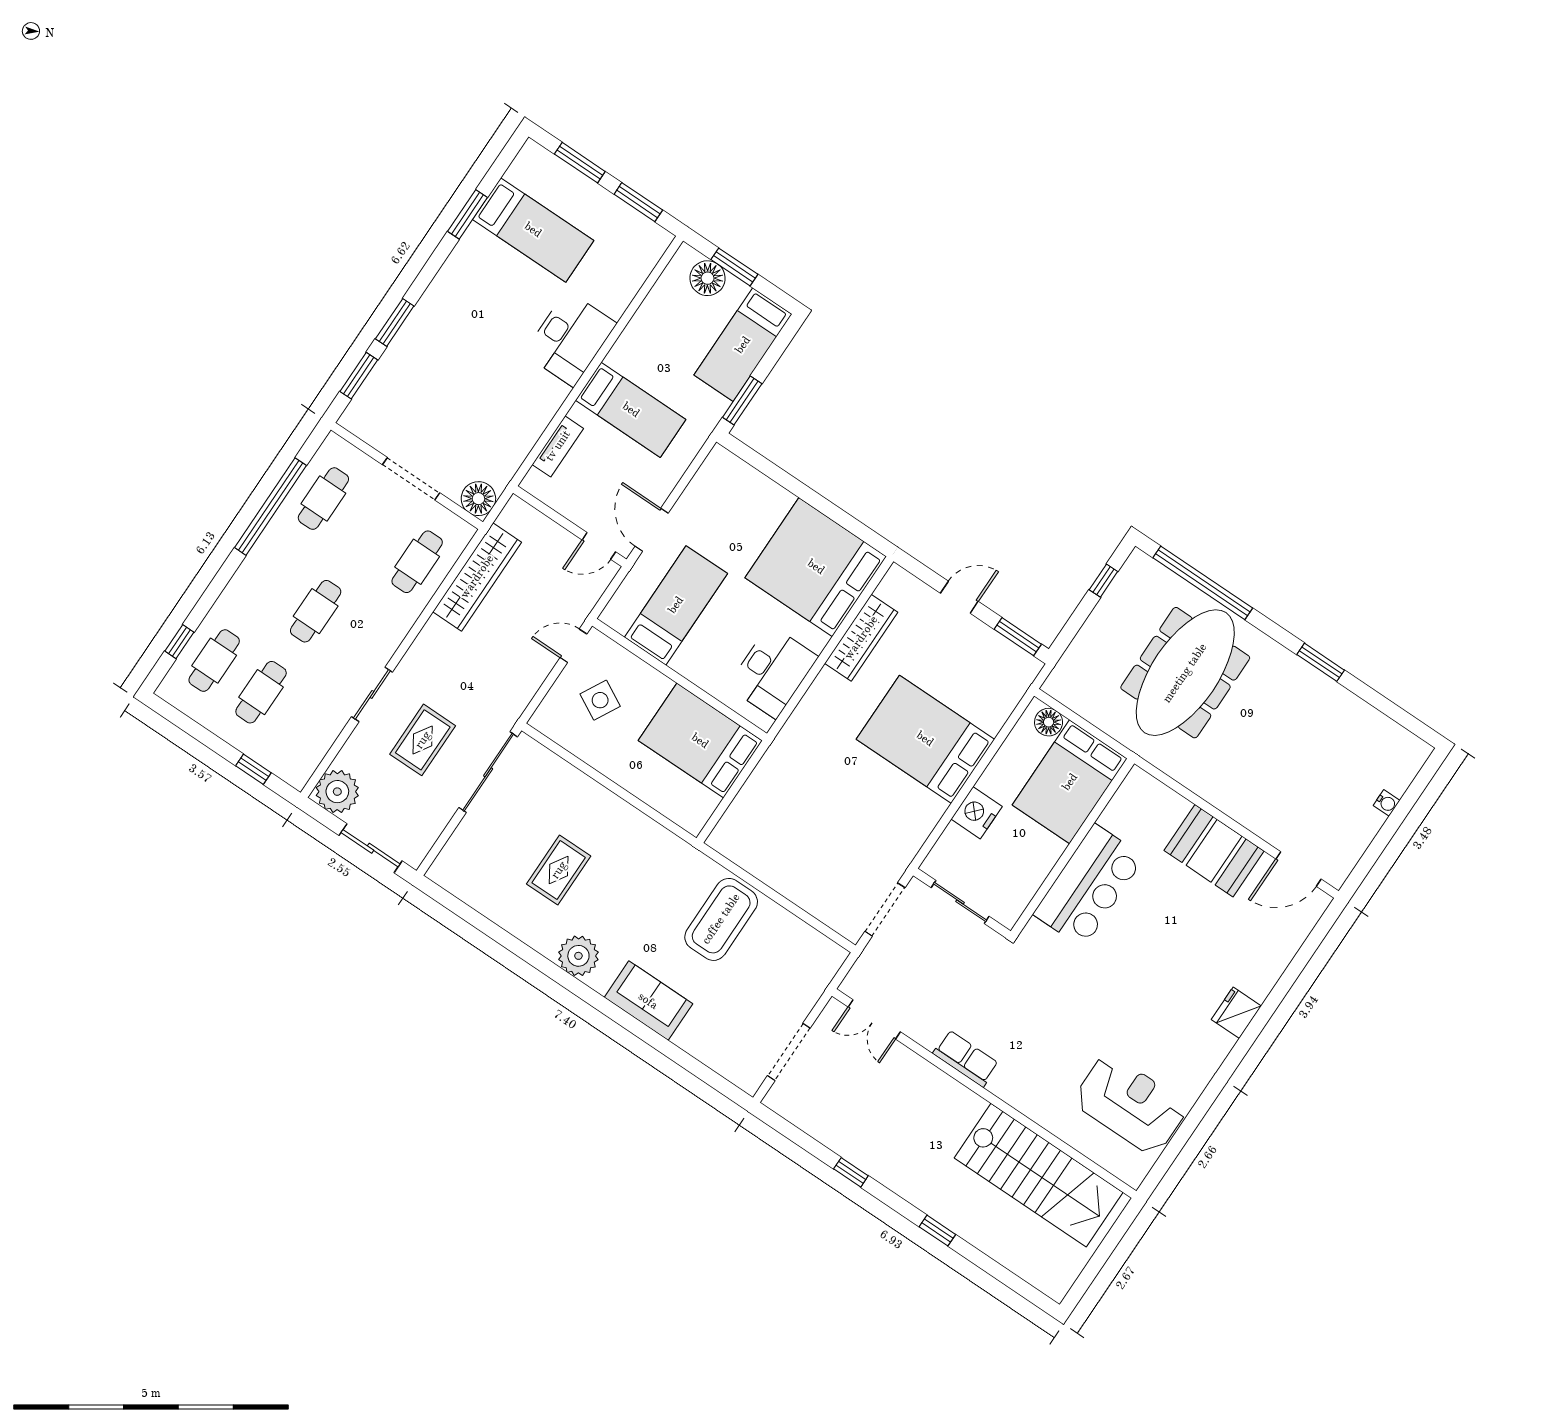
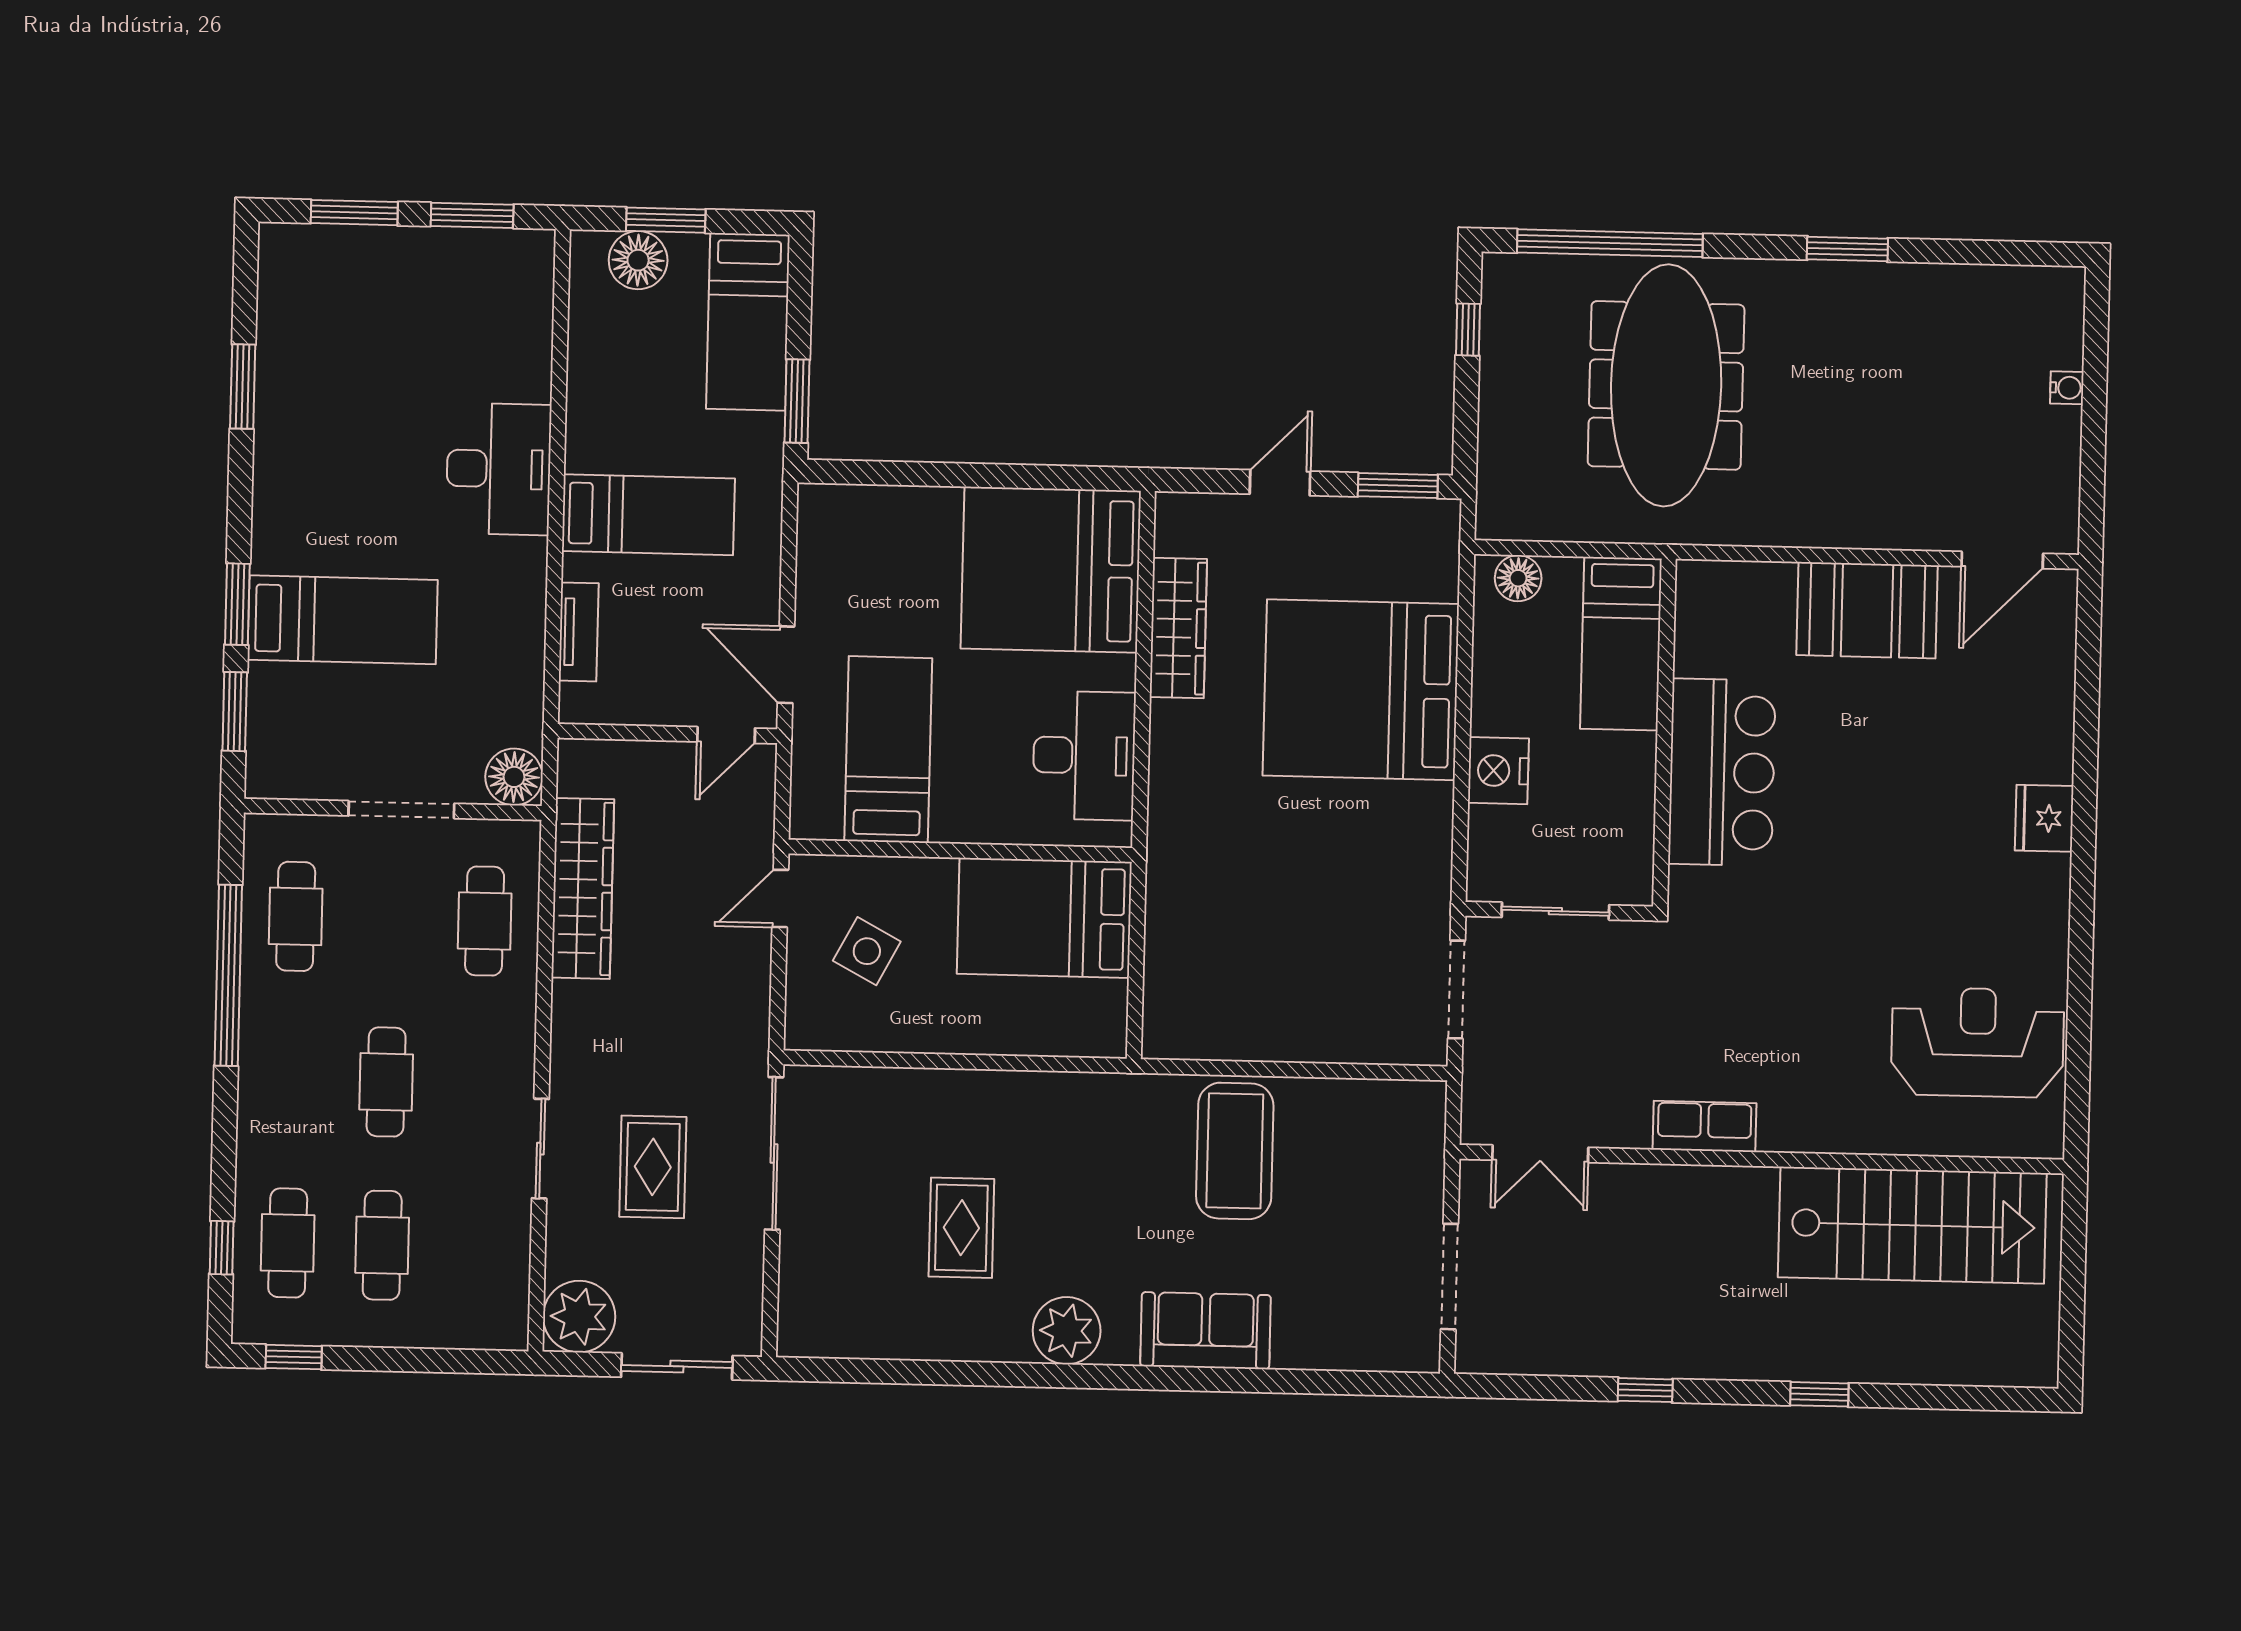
bed: (533, 230) -> (343, 620), moved
bed: (925, 739) -> (1361, 690), width x1.36
window: (253, 769) -> (294, 1357), moved
bed: (1070, 782) -> (1621, 644), width x0.67

